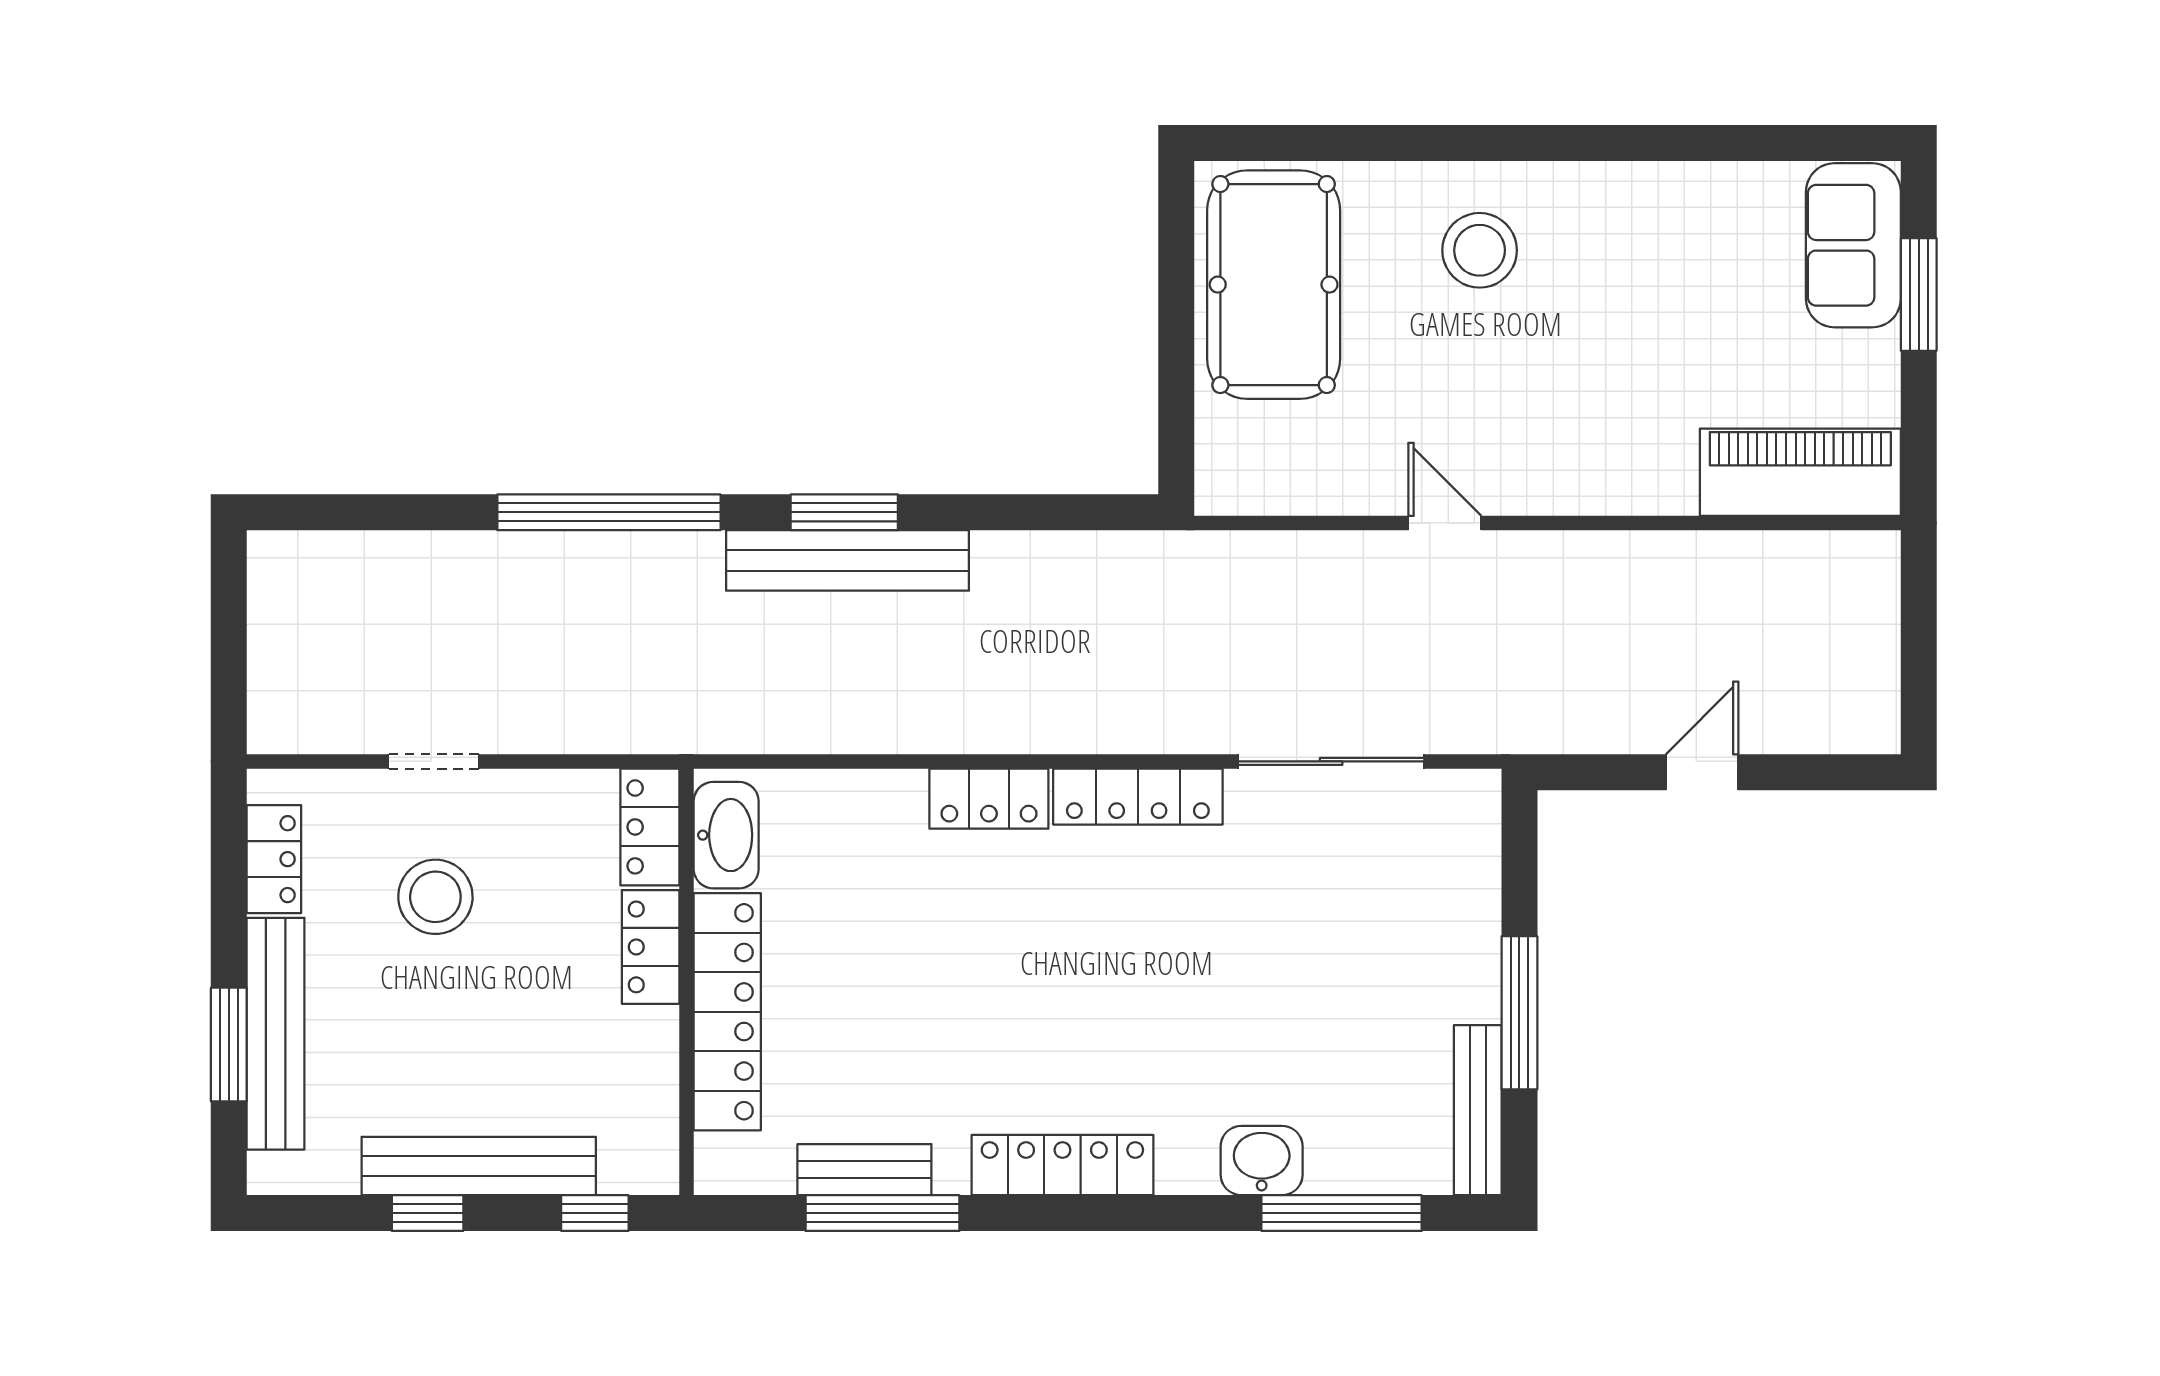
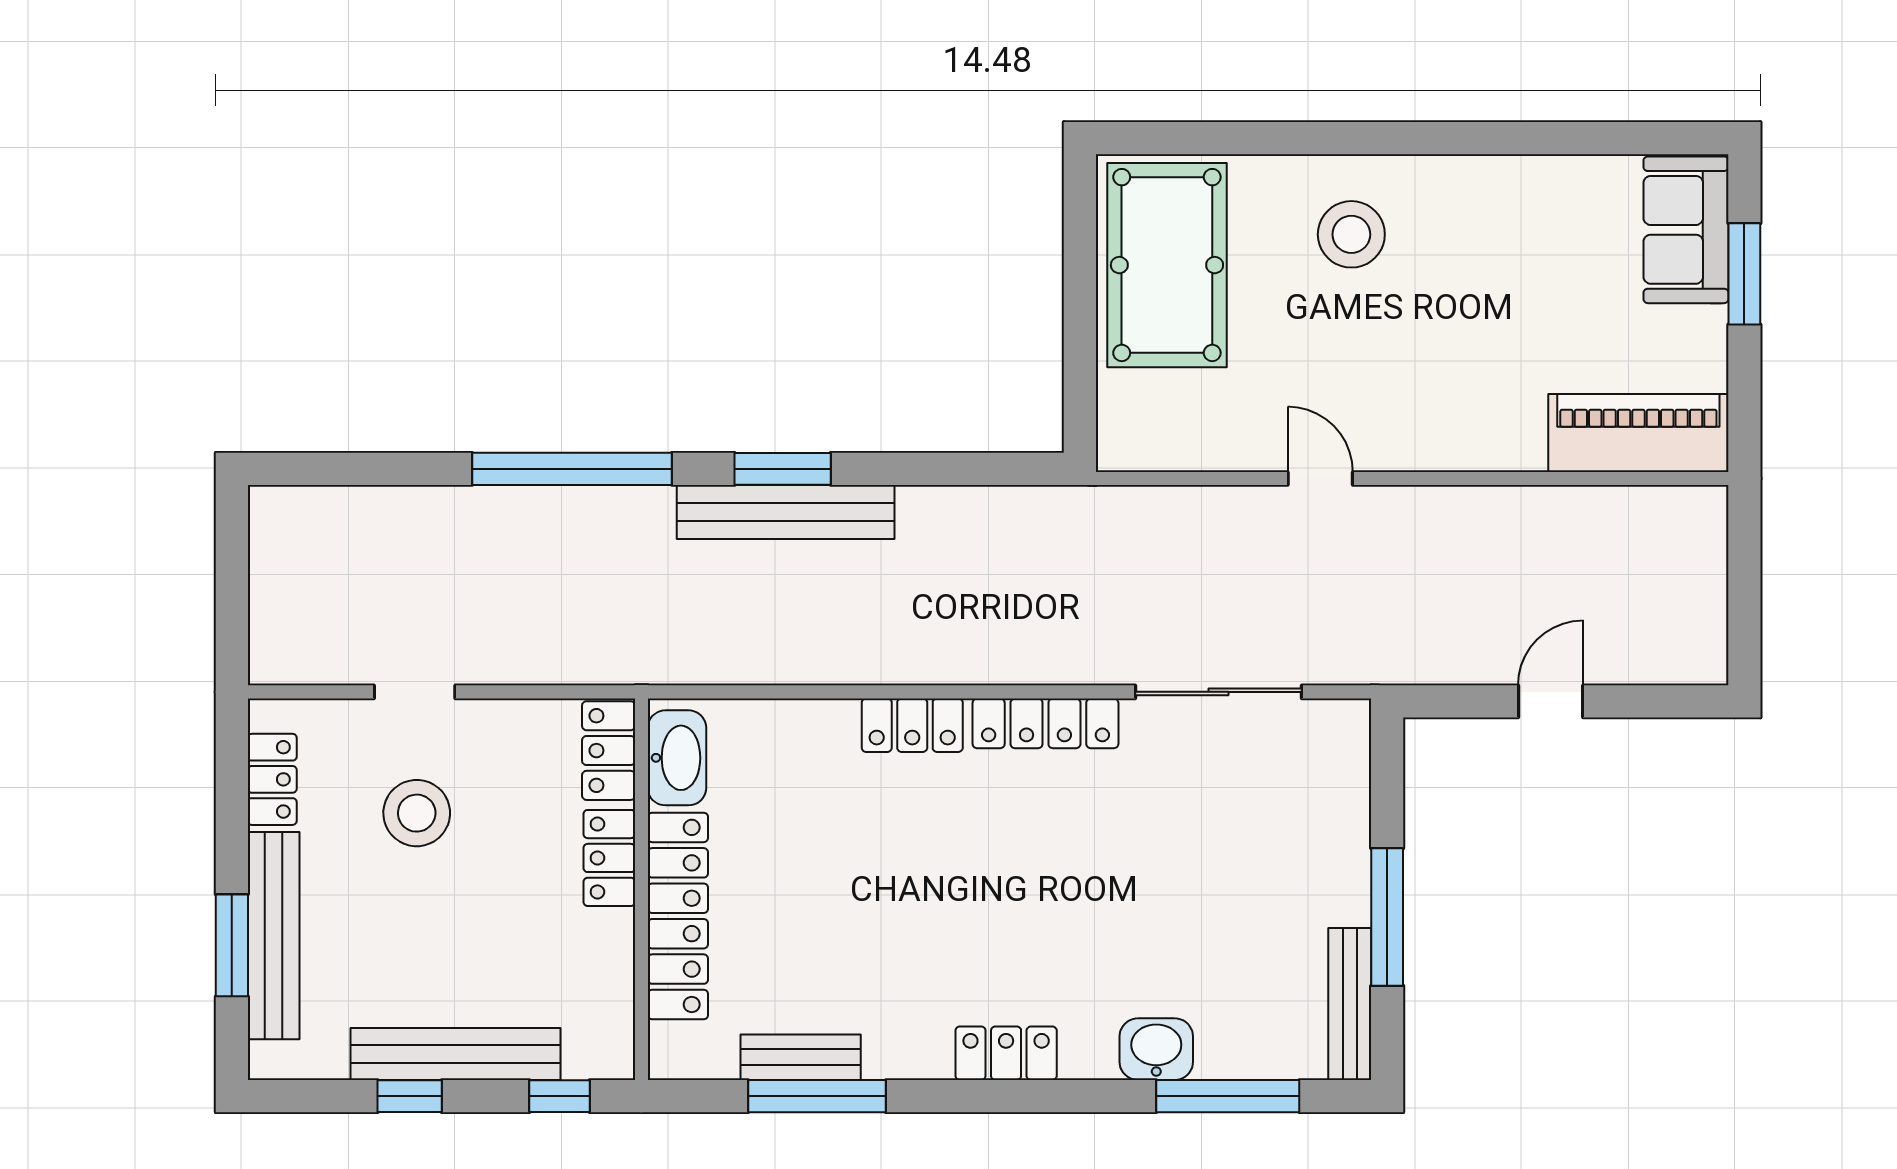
locker: (1062, 1165) -> (1006, 1053), width x0.66

